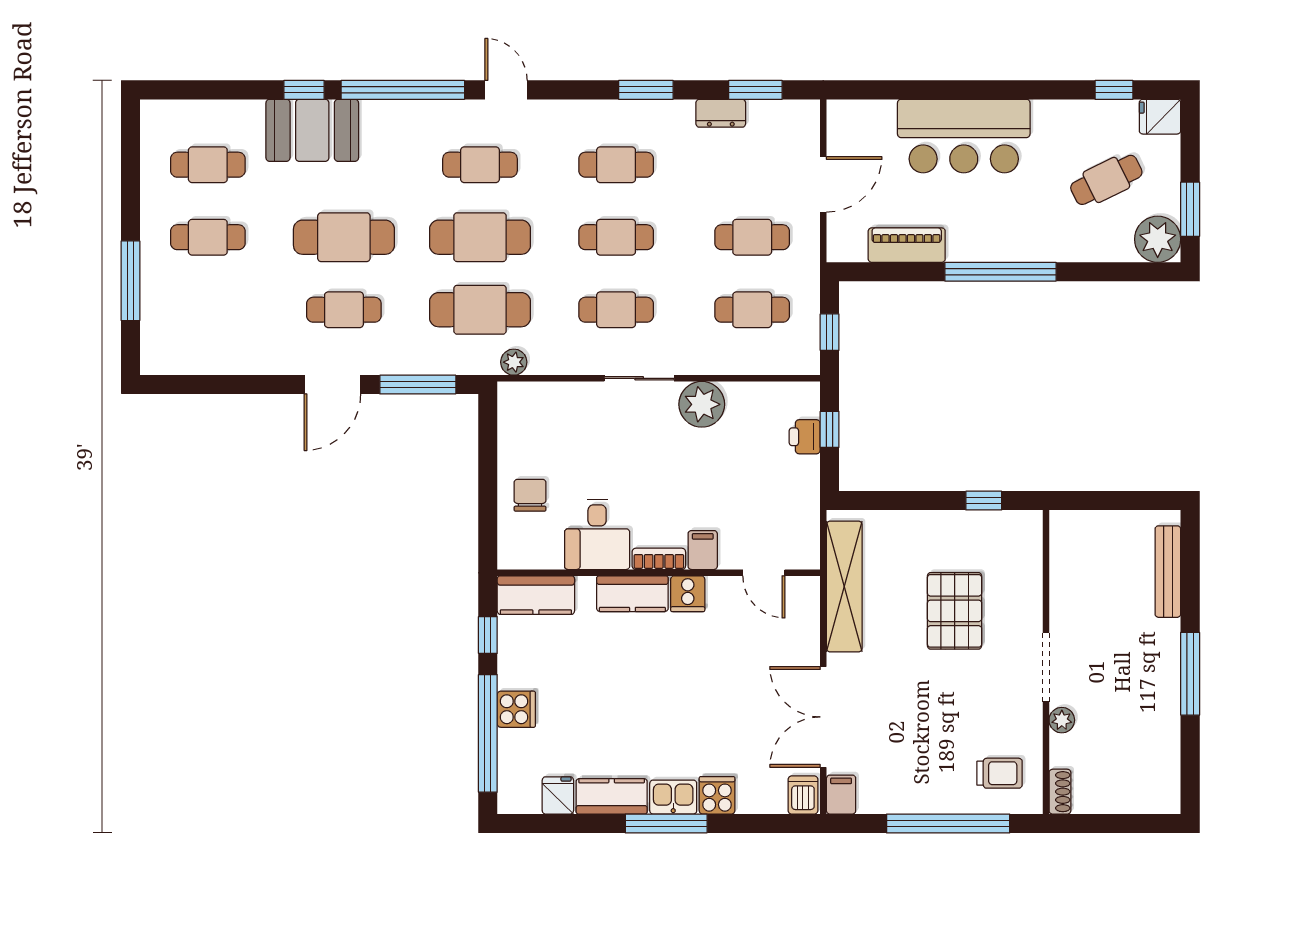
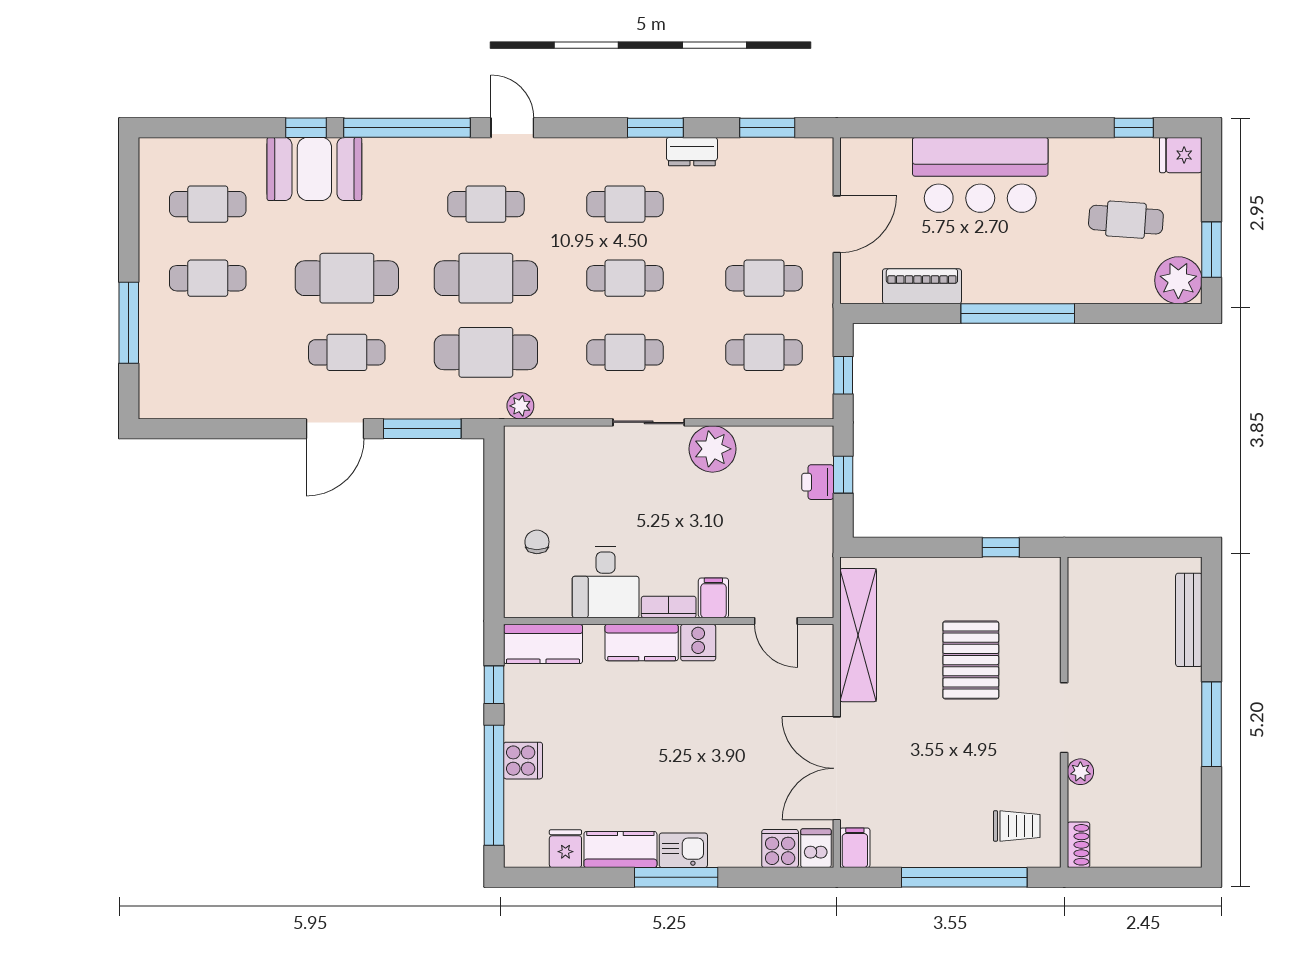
dresser: (721, 113) -> (692, 152), moved
cafe table: (1106, 180) -> (1126, 220), turned 30
chair: (530, 495) -> (537, 542), width x0.73, depth x0.73
cooker: (717, 795) -> (780, 849), moved

